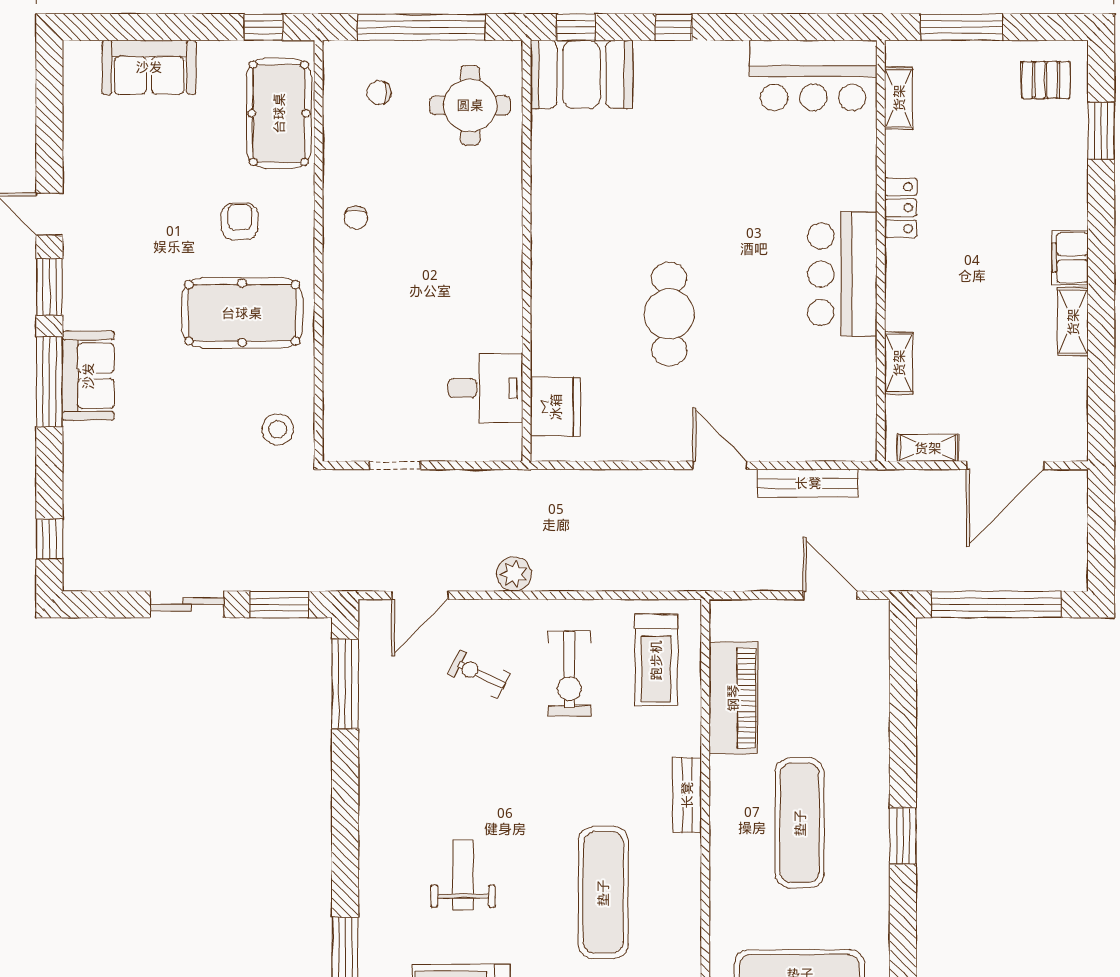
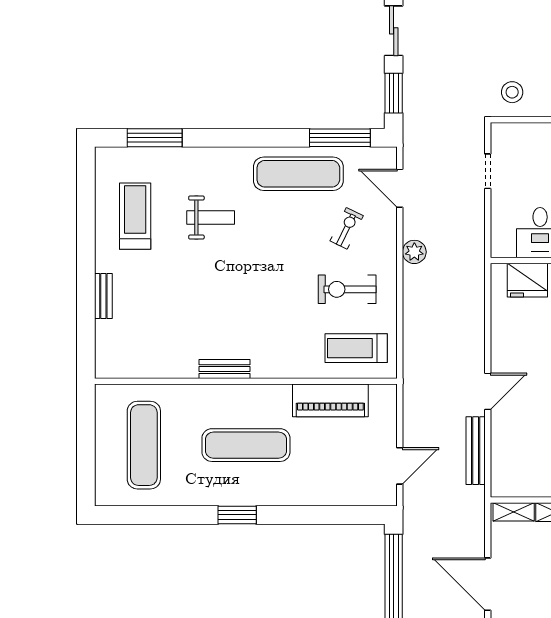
shelving: (928, 448) -> (514, 512), moved, turned 90
bench: (687, 795) -> (225, 369), moved
exercise mat: (603, 893) -> (298, 174), moved

